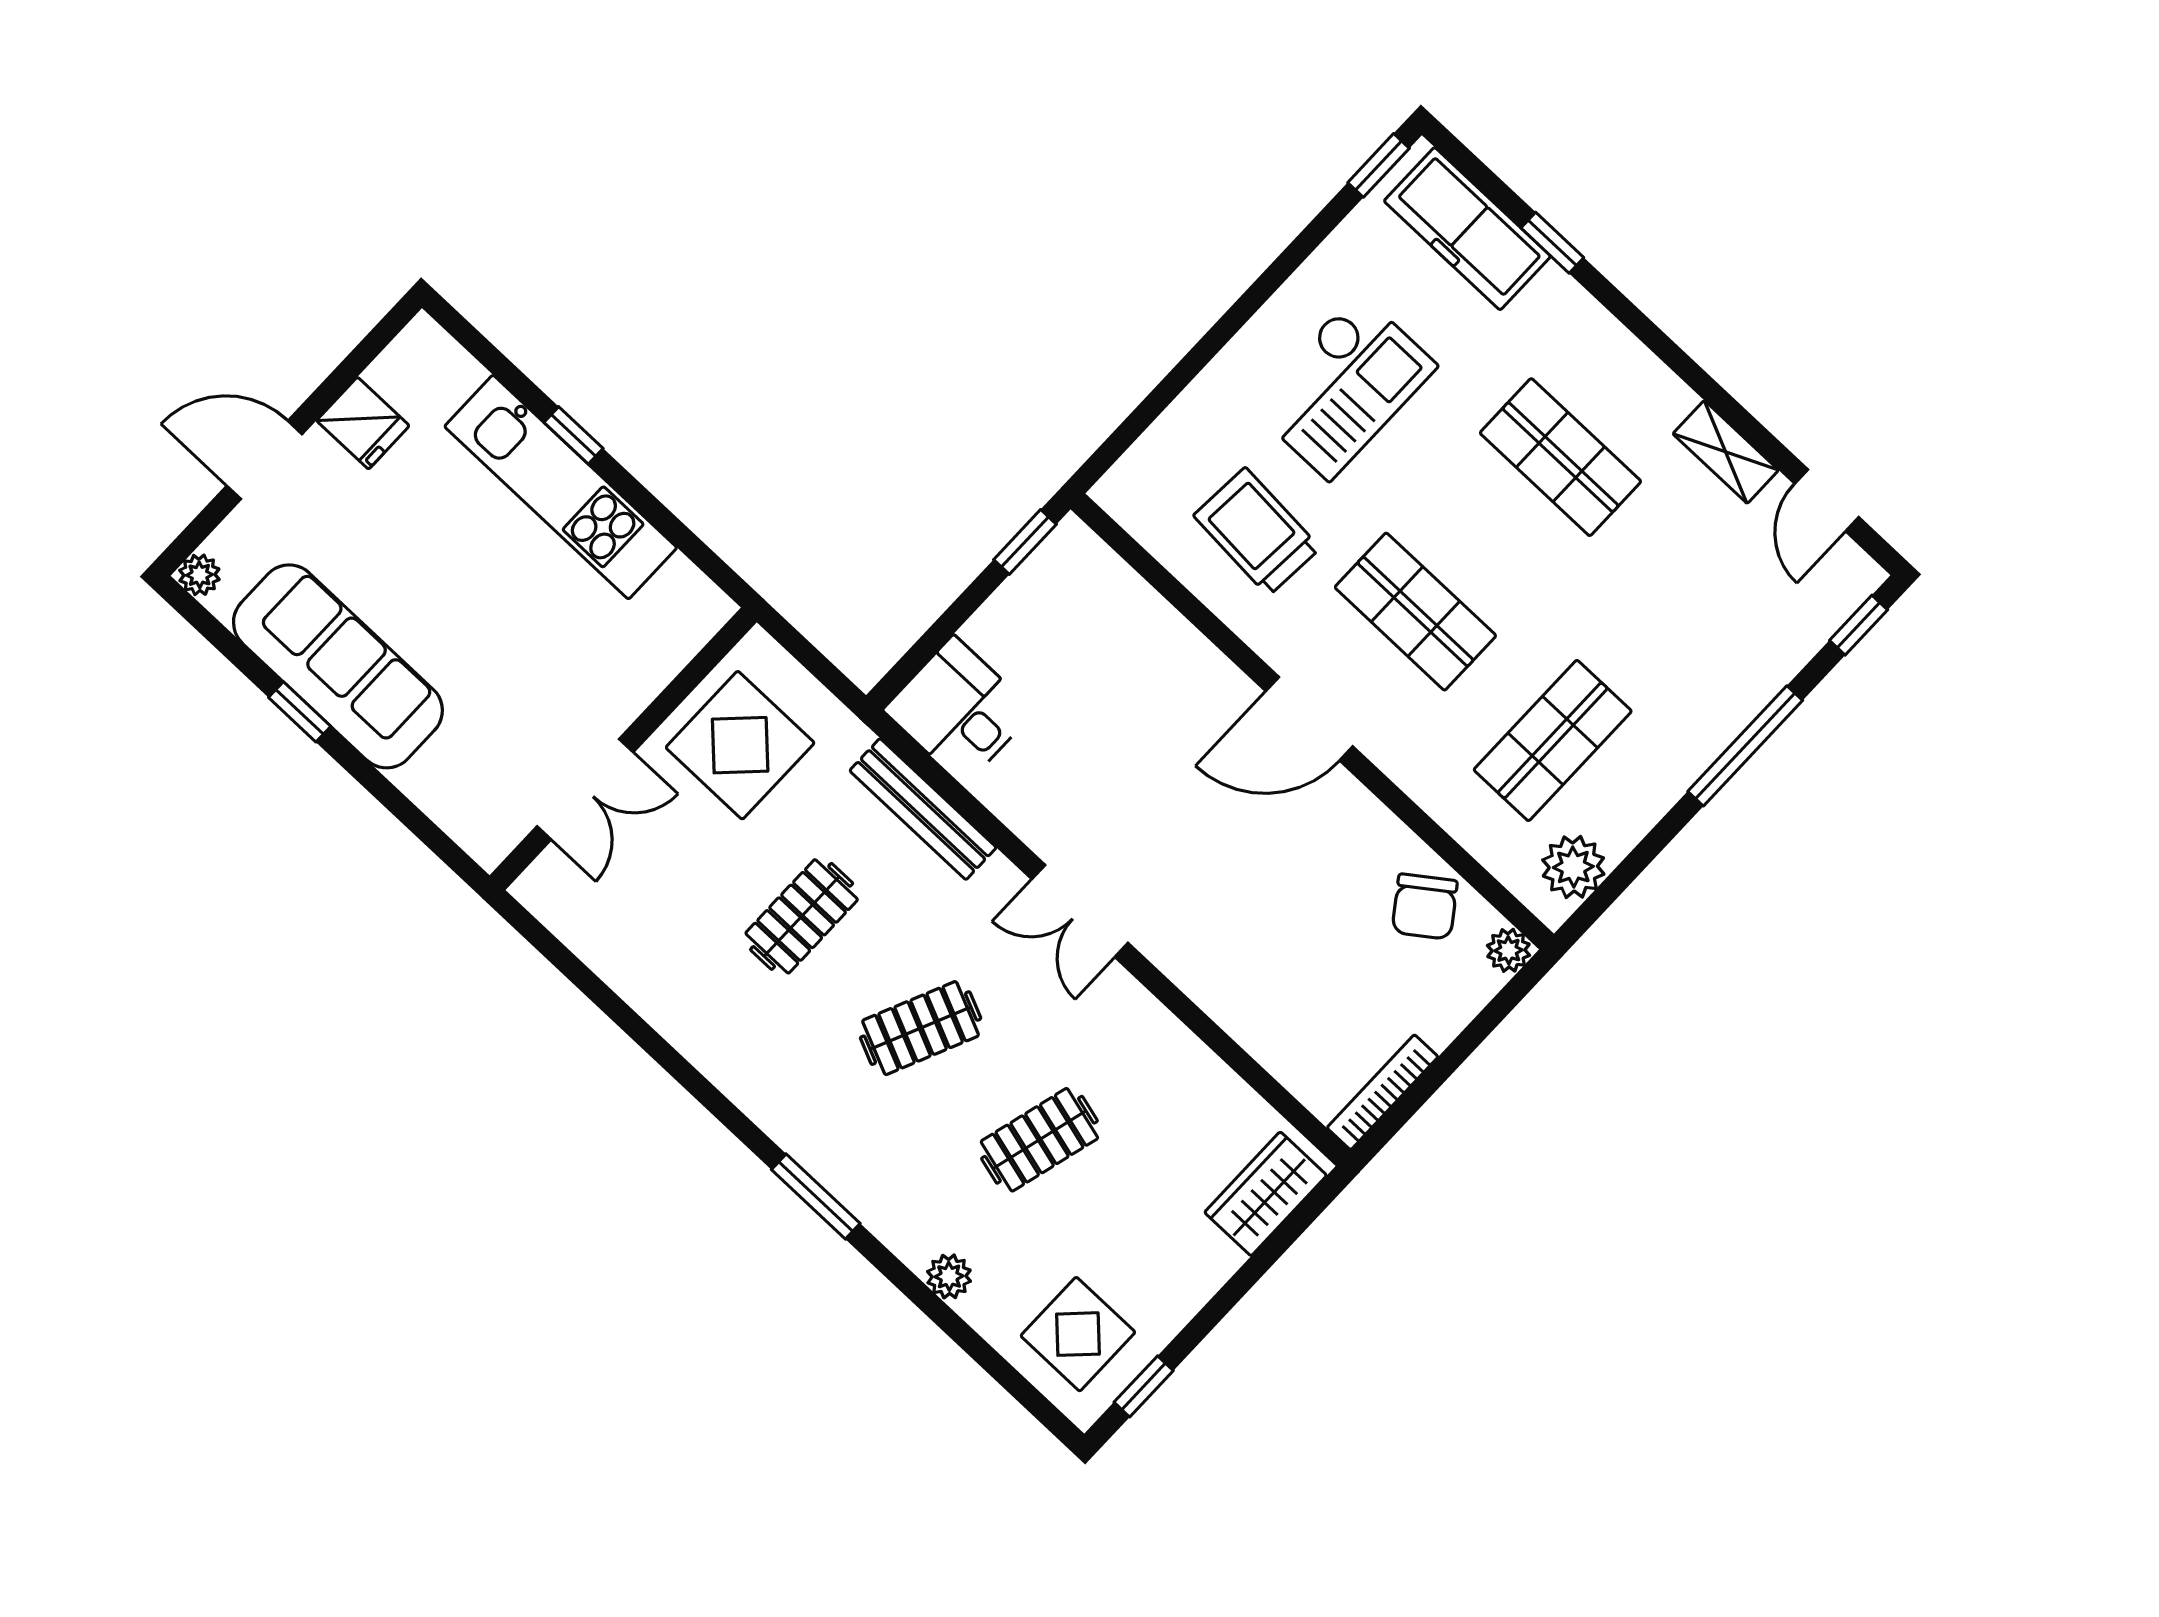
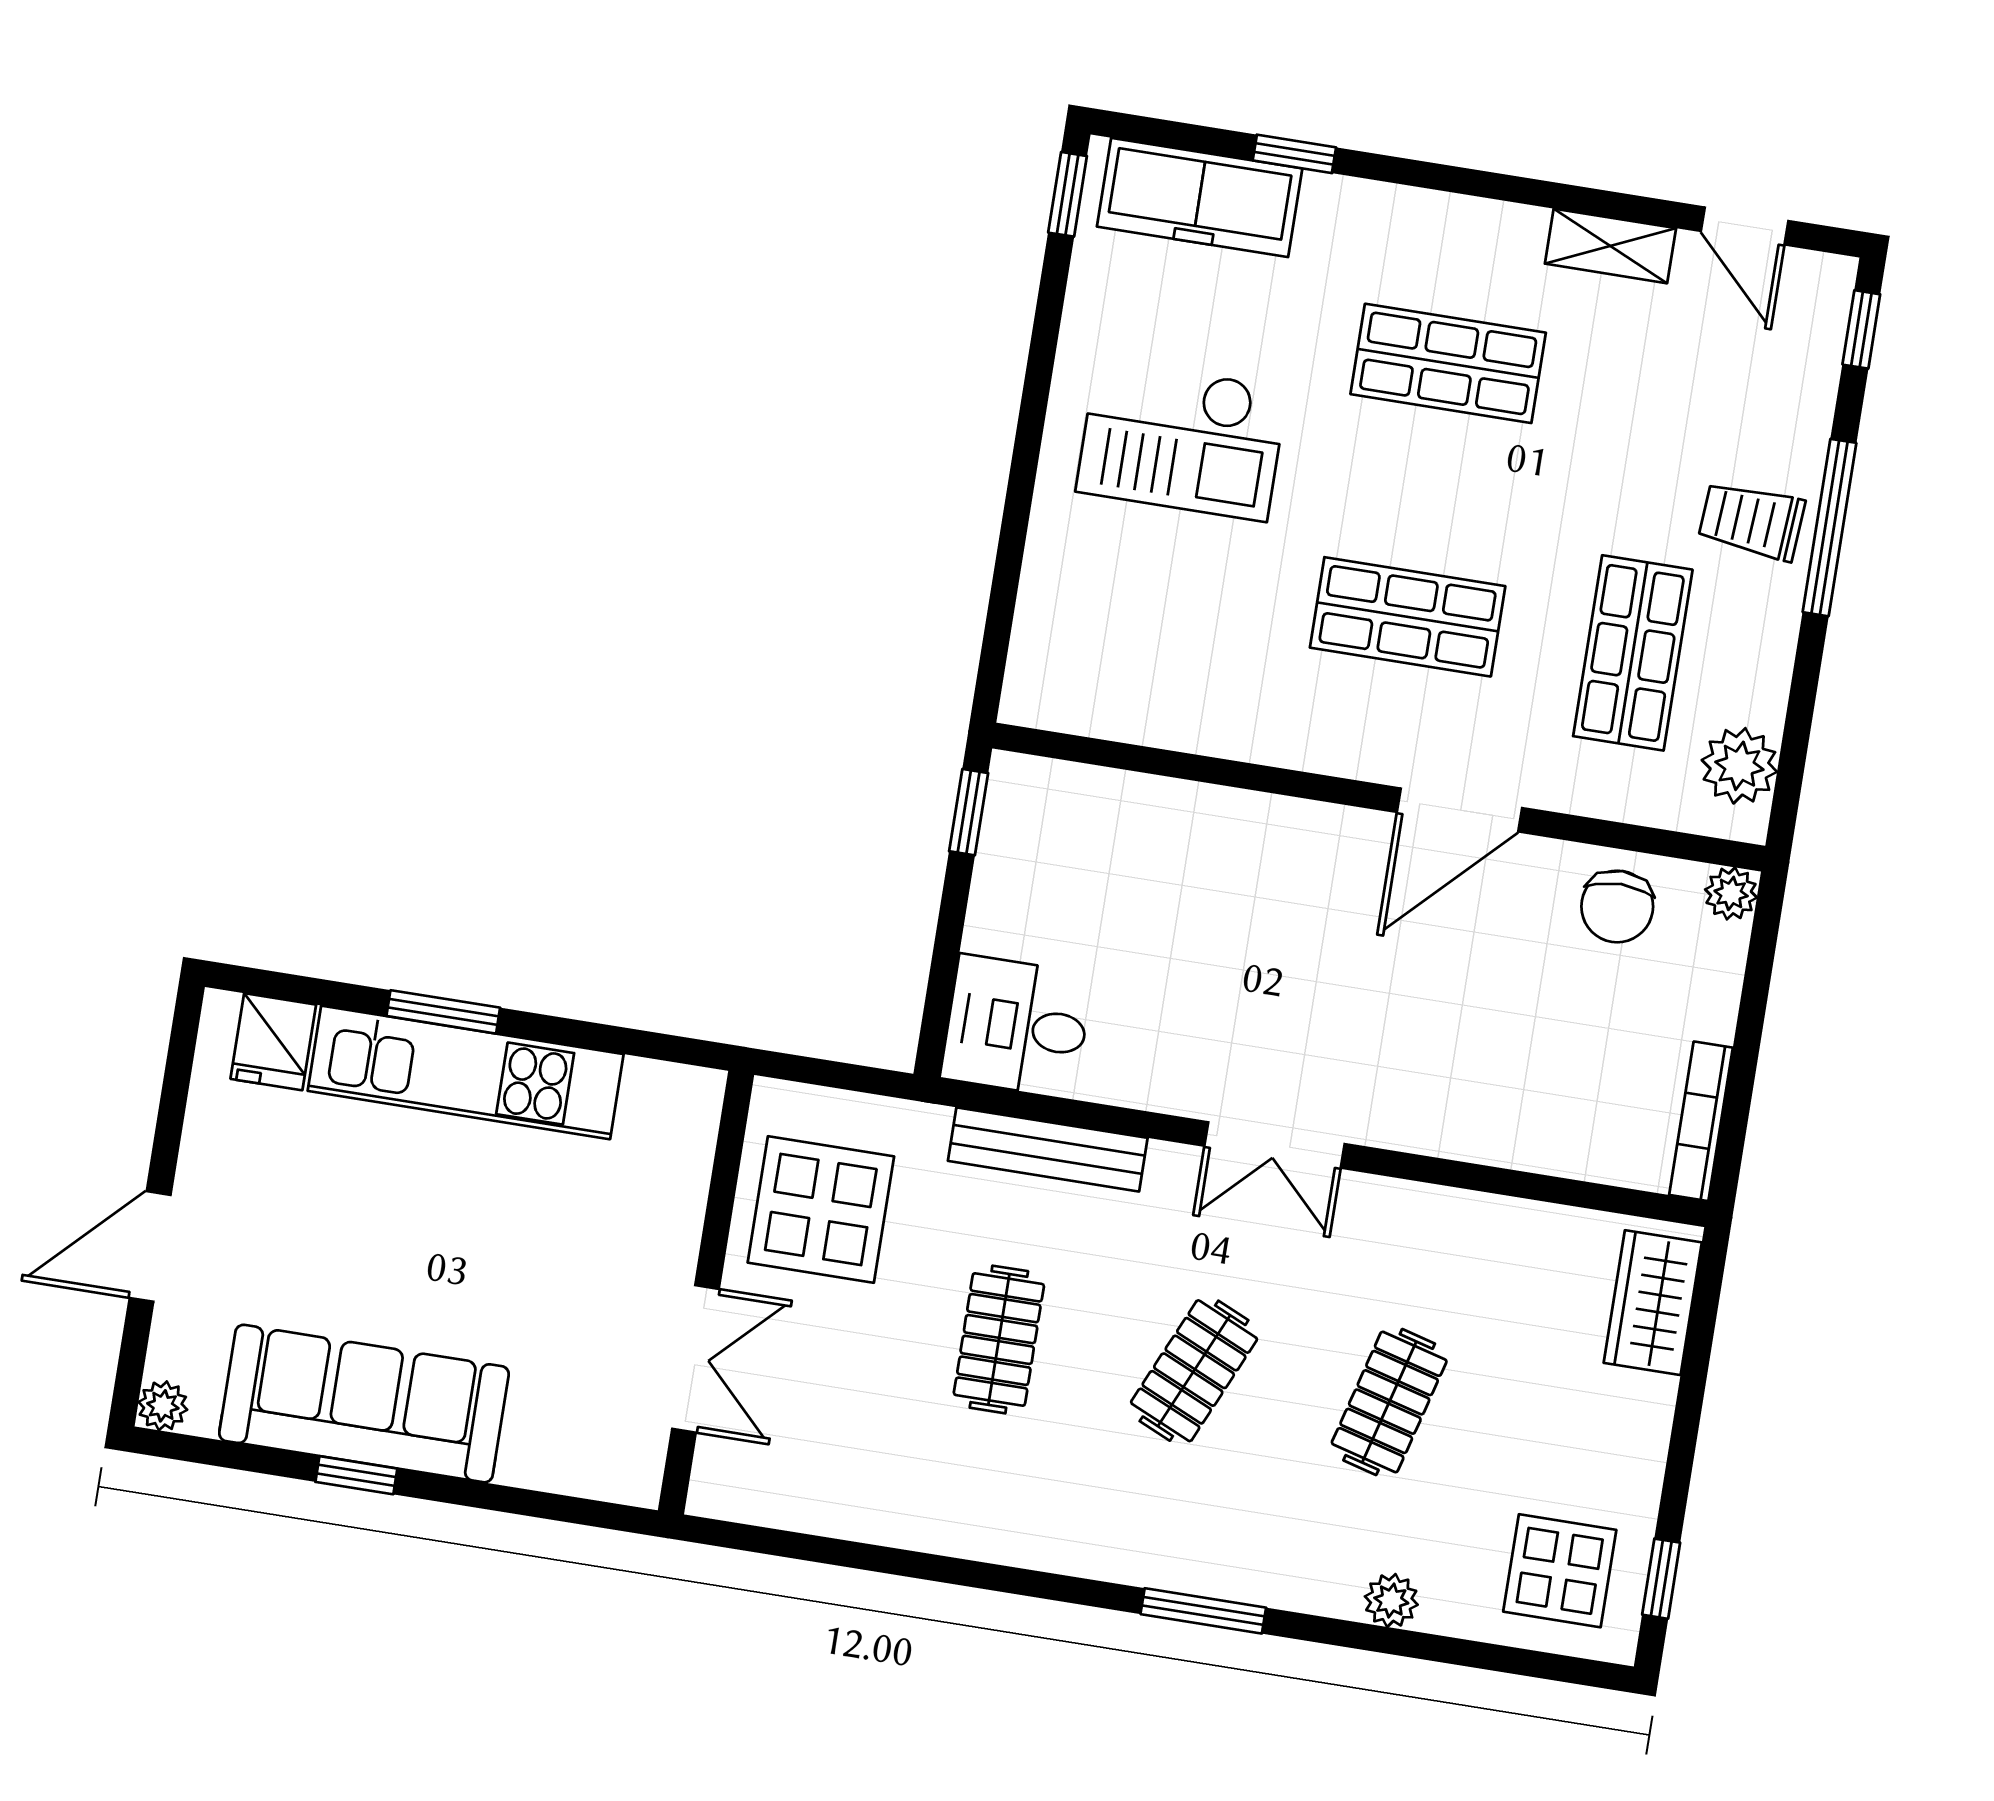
checkout: (1343, 386) -> (1182, 440), turned 90
fridge: (363, 423) -> (273, 1042), moved, turned 90
window: (573, 435) -> (443, 1012), width x1.50
trolley: (1257, 532) -> (1752, 521), moved, width x0.73, depth x0.72
door: (1309, 719) -> (1459, 810), moved
chair: (1425, 907) -> (1617, 906), turned 36

